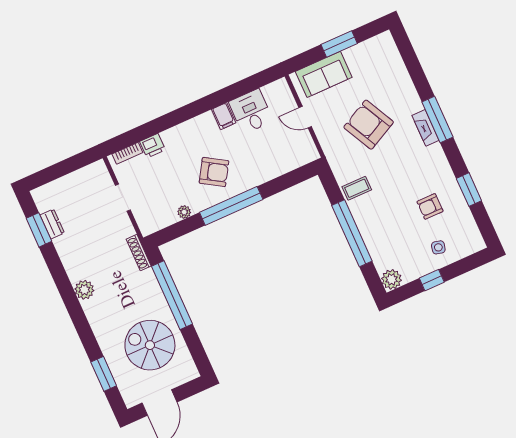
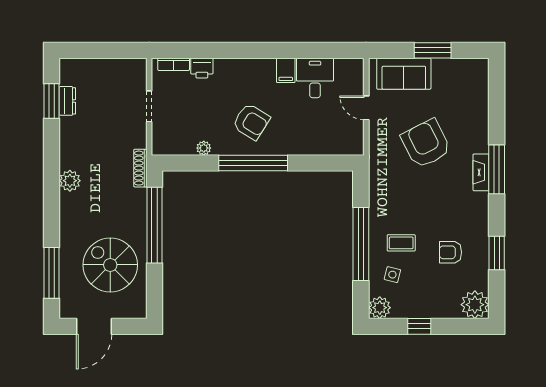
coffee table: (357, 188) -> (401, 243), moved
plant: (470, 241) -> (475, 305), added
side table: (438, 247) -> (392, 275), moved
window: (104, 374) -> (52, 273), width x1.44

